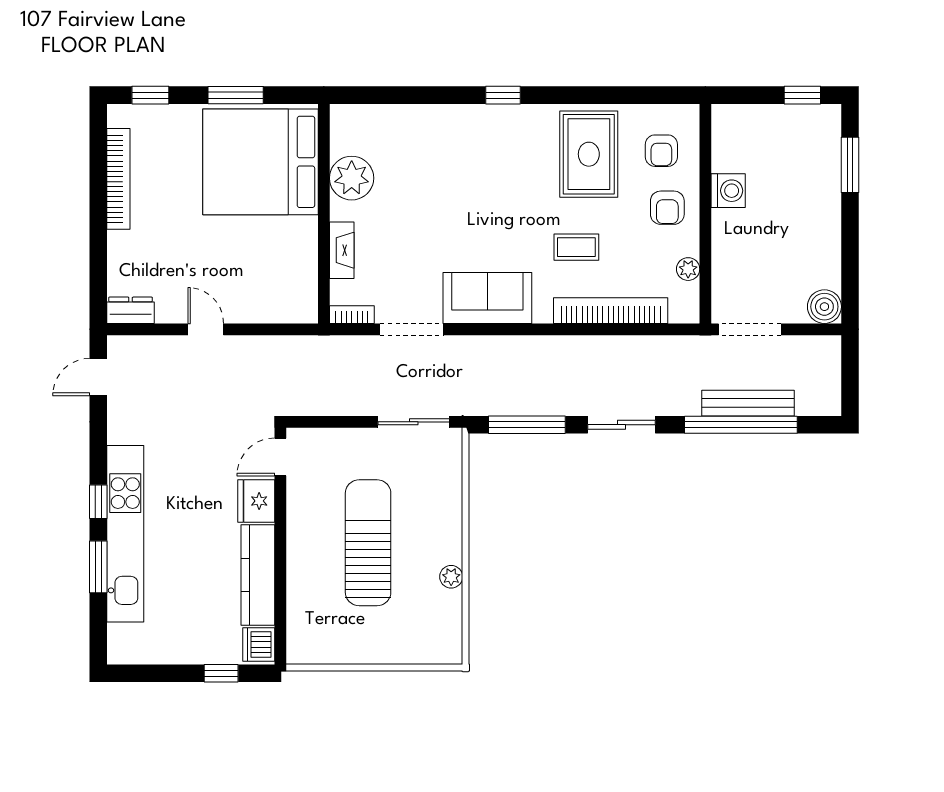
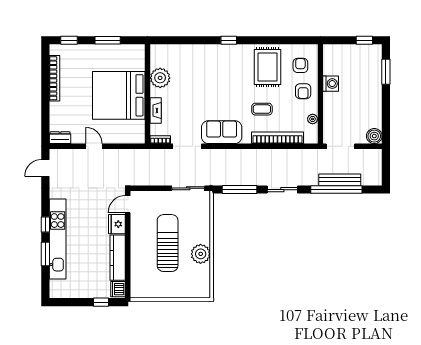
armchair: (661, 151) -> (300, 65), turned 180
bed: (260, 162) -> (119, 95), moved
plant: (451, 577) -> (201, 254), width x1.88, depth x1.88

